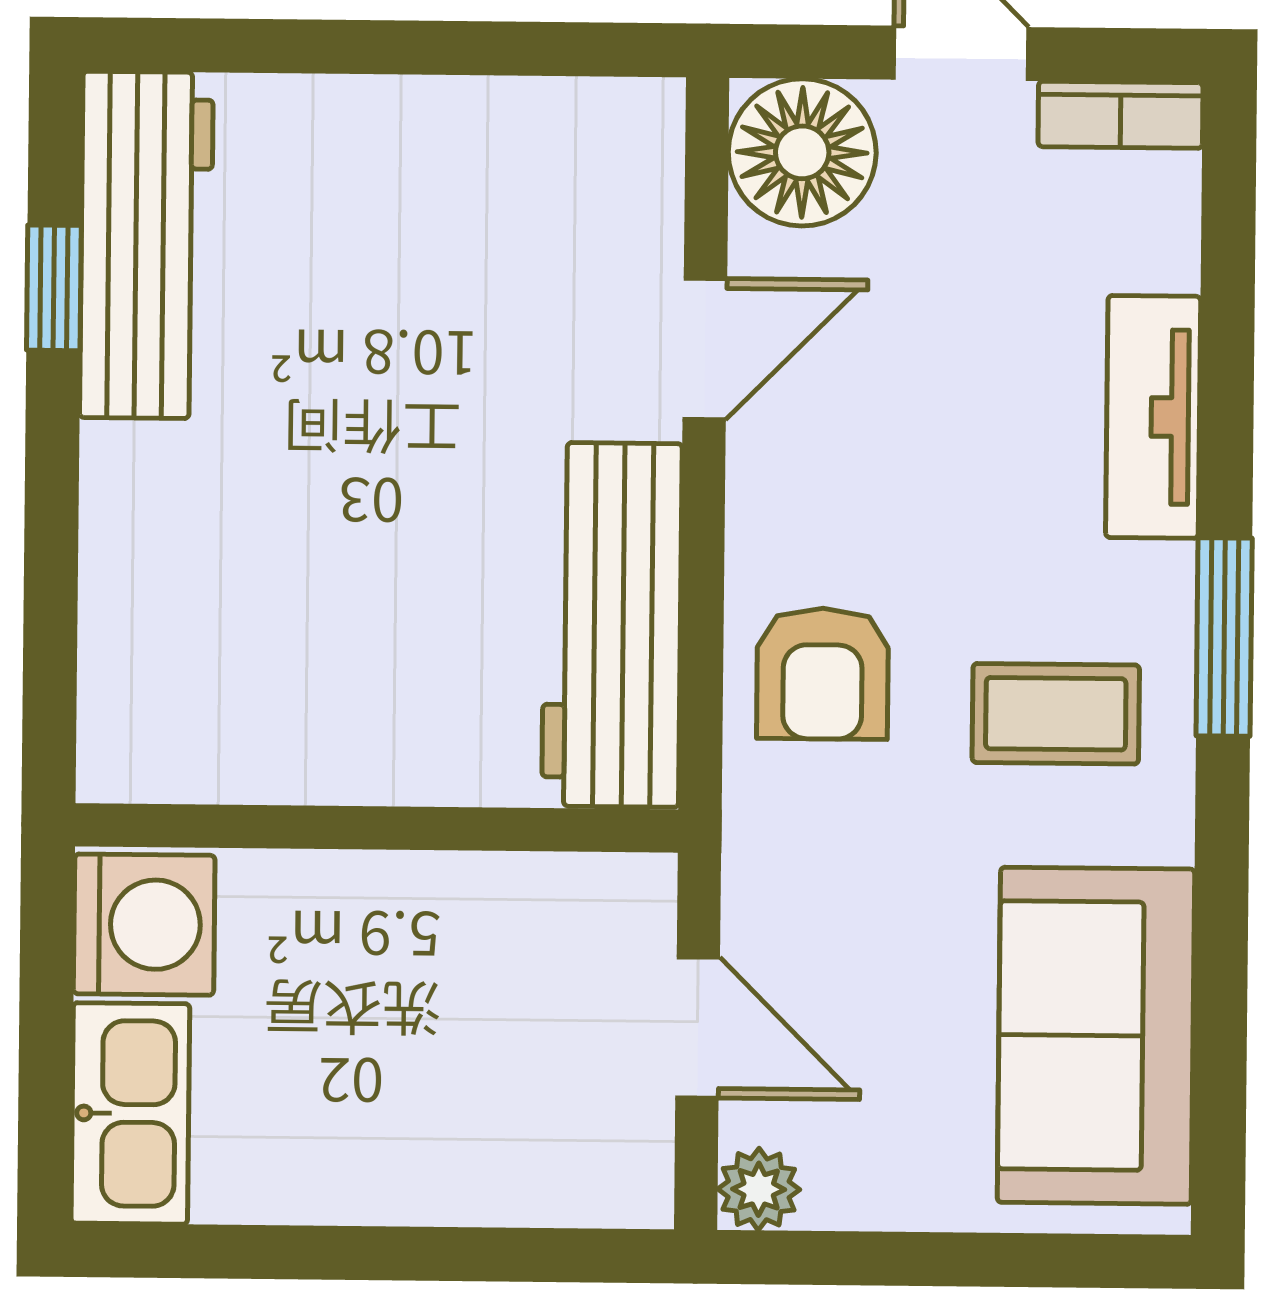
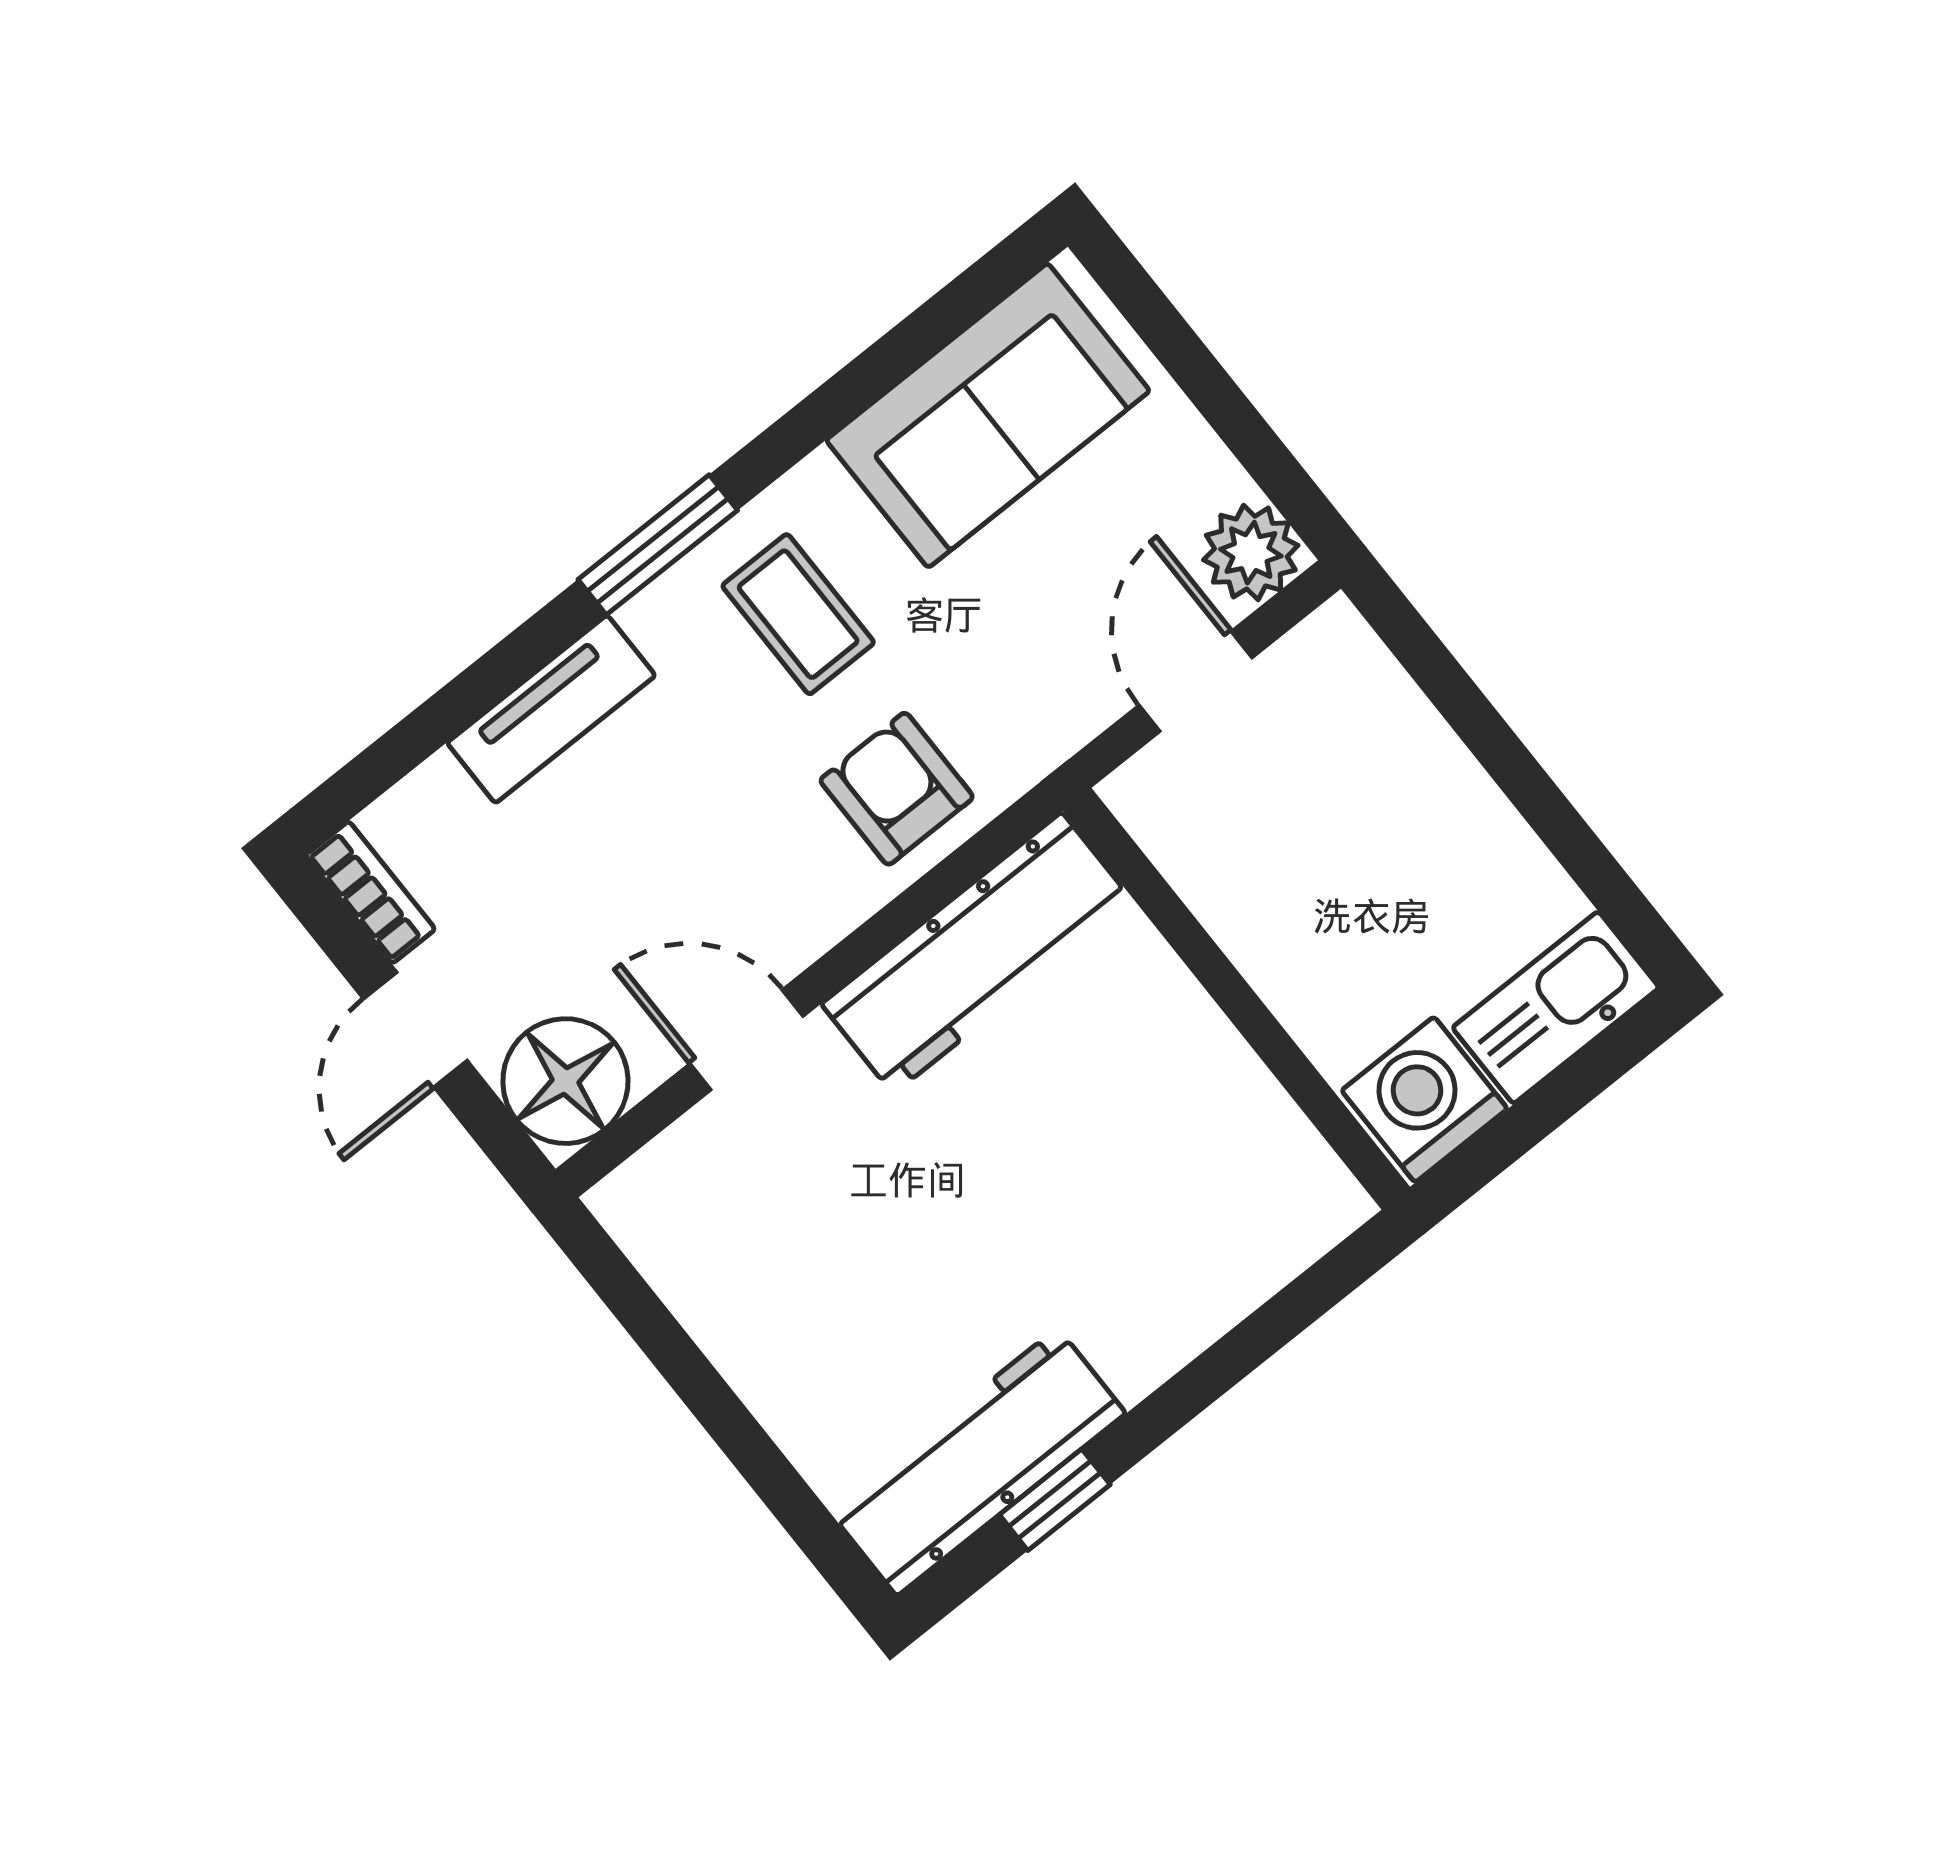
armchair: (823, 674) -> (897, 789), turned -90
plant: (759, 1189) -> (1251, 553), width x1.38, depth x1.38

